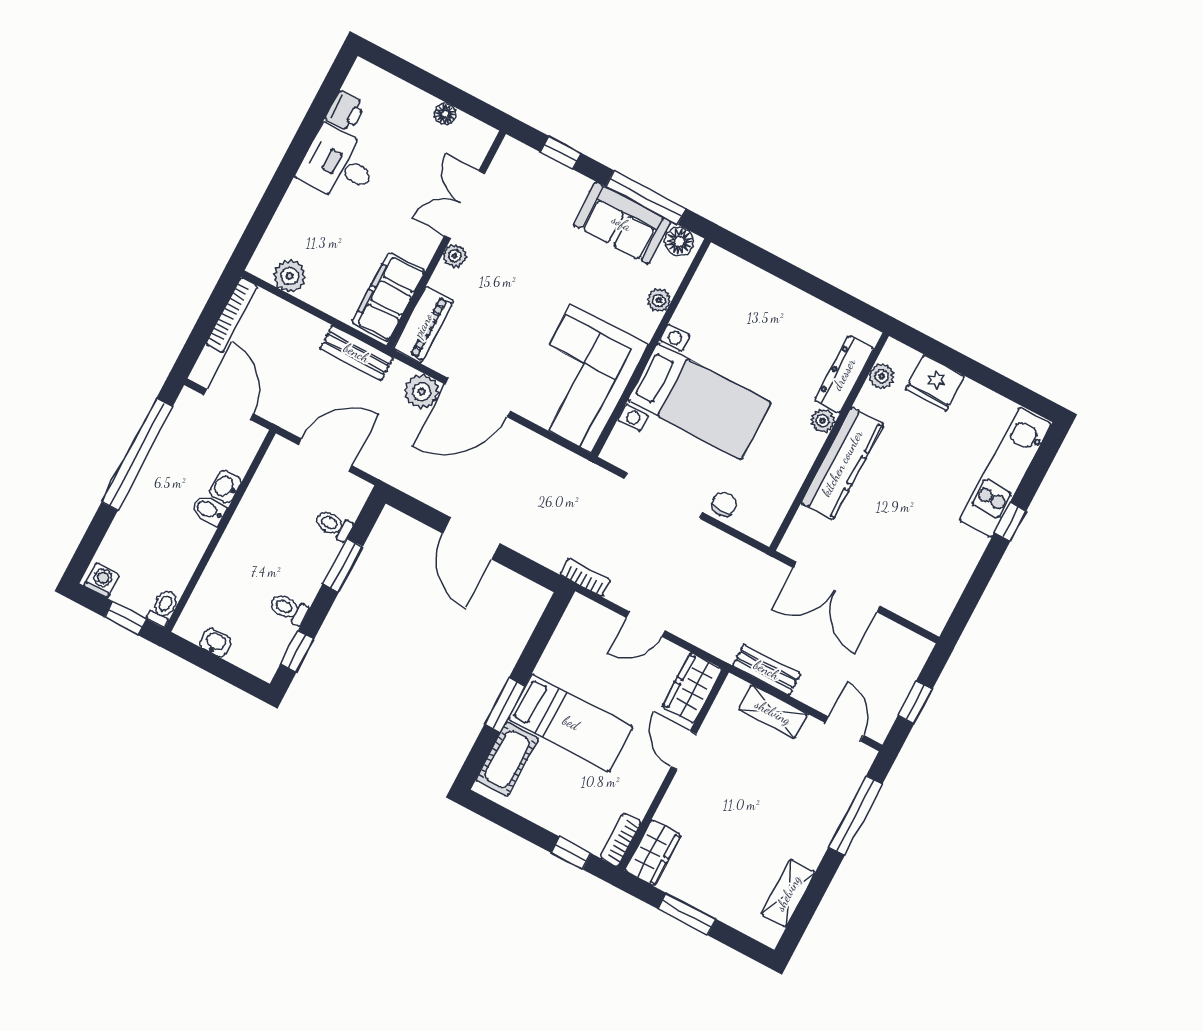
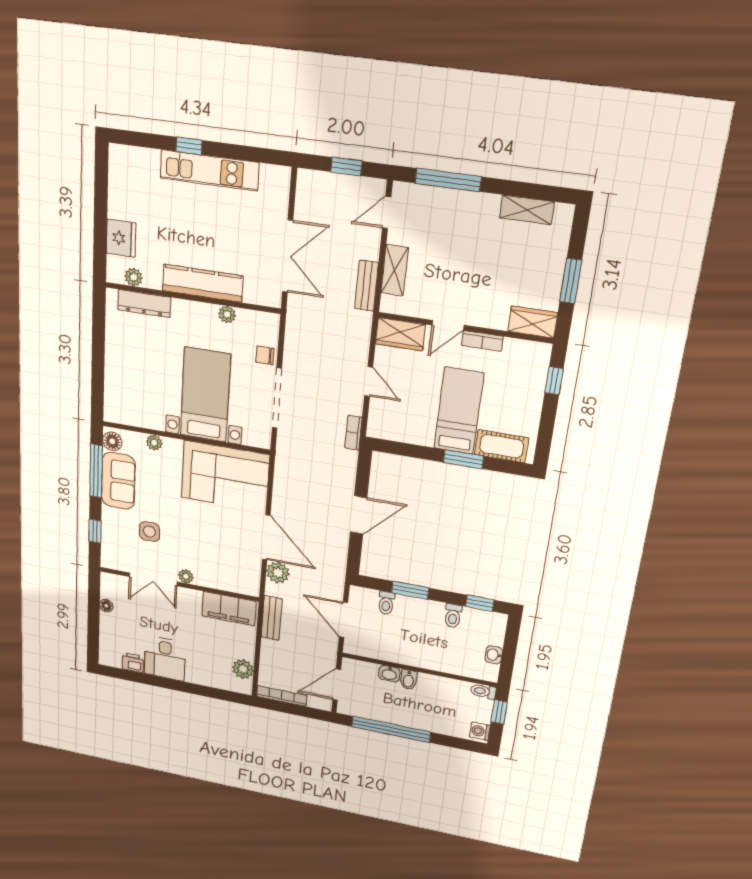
side table: (536, 233) -> (149, 532), added
piano: (423, 325) -> (236, 583), removed
plant: (823, 421) -> (227, 314), moved
kitchen unit: (1005, 472) -> (209, 170), moved
bookcase: (621, 840) -> (482, 341), moved

